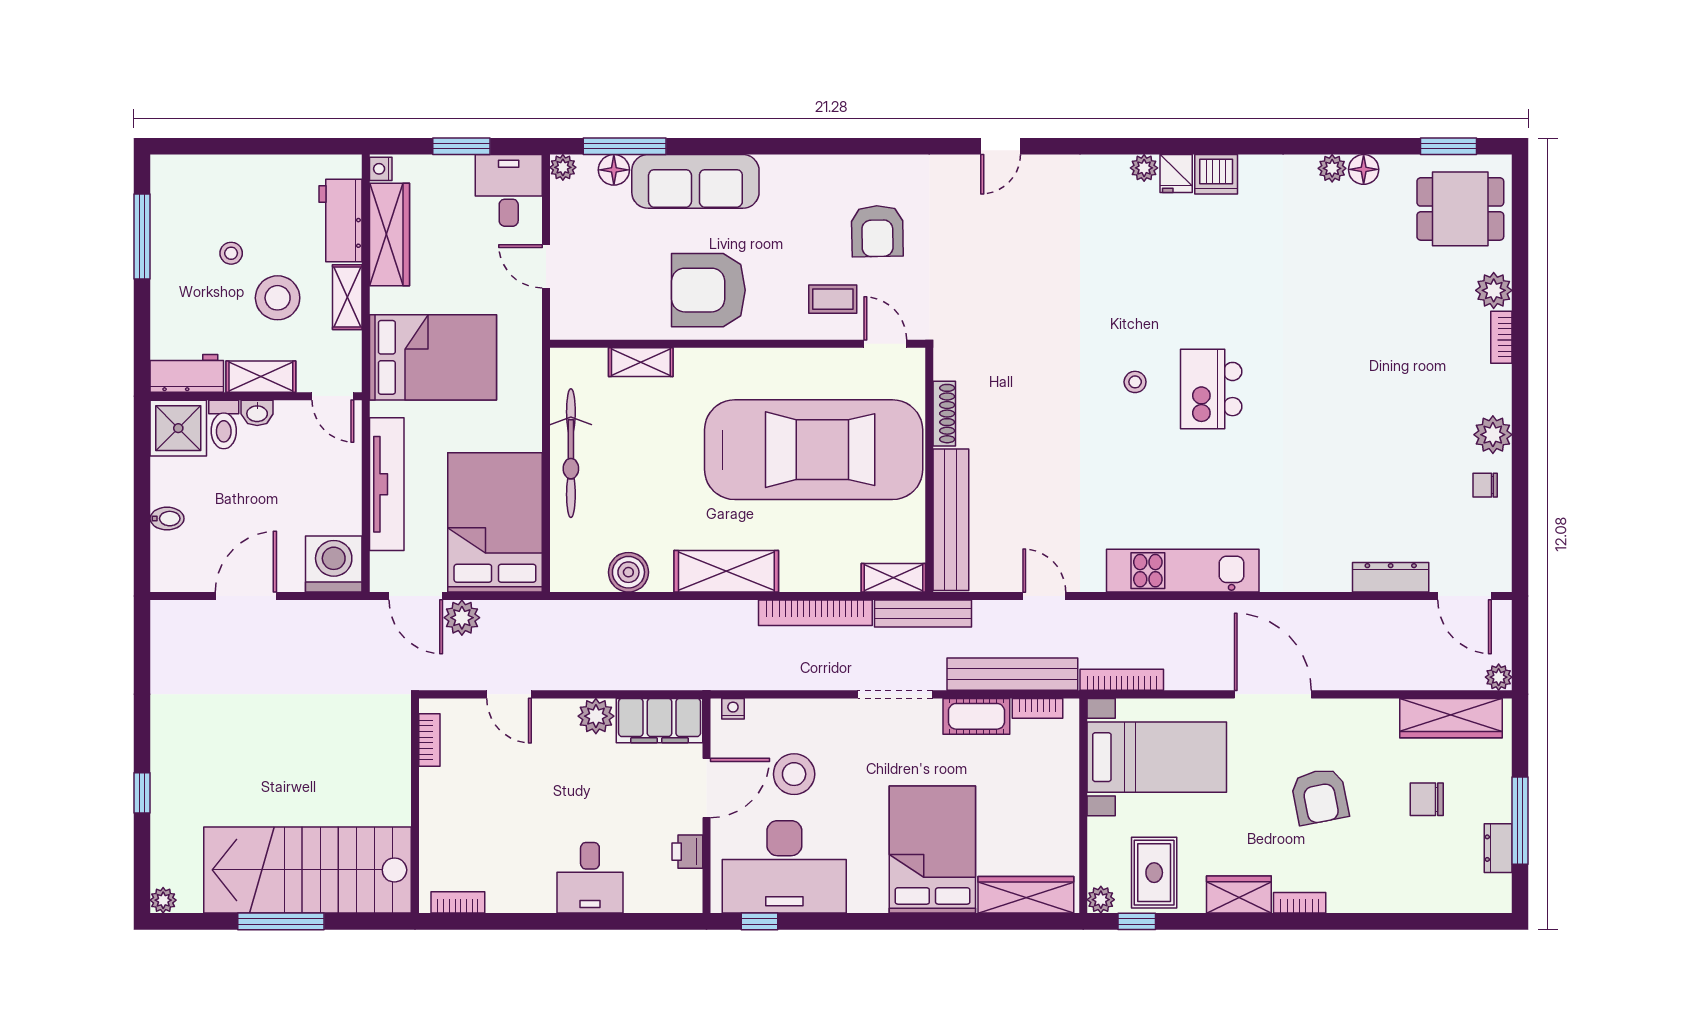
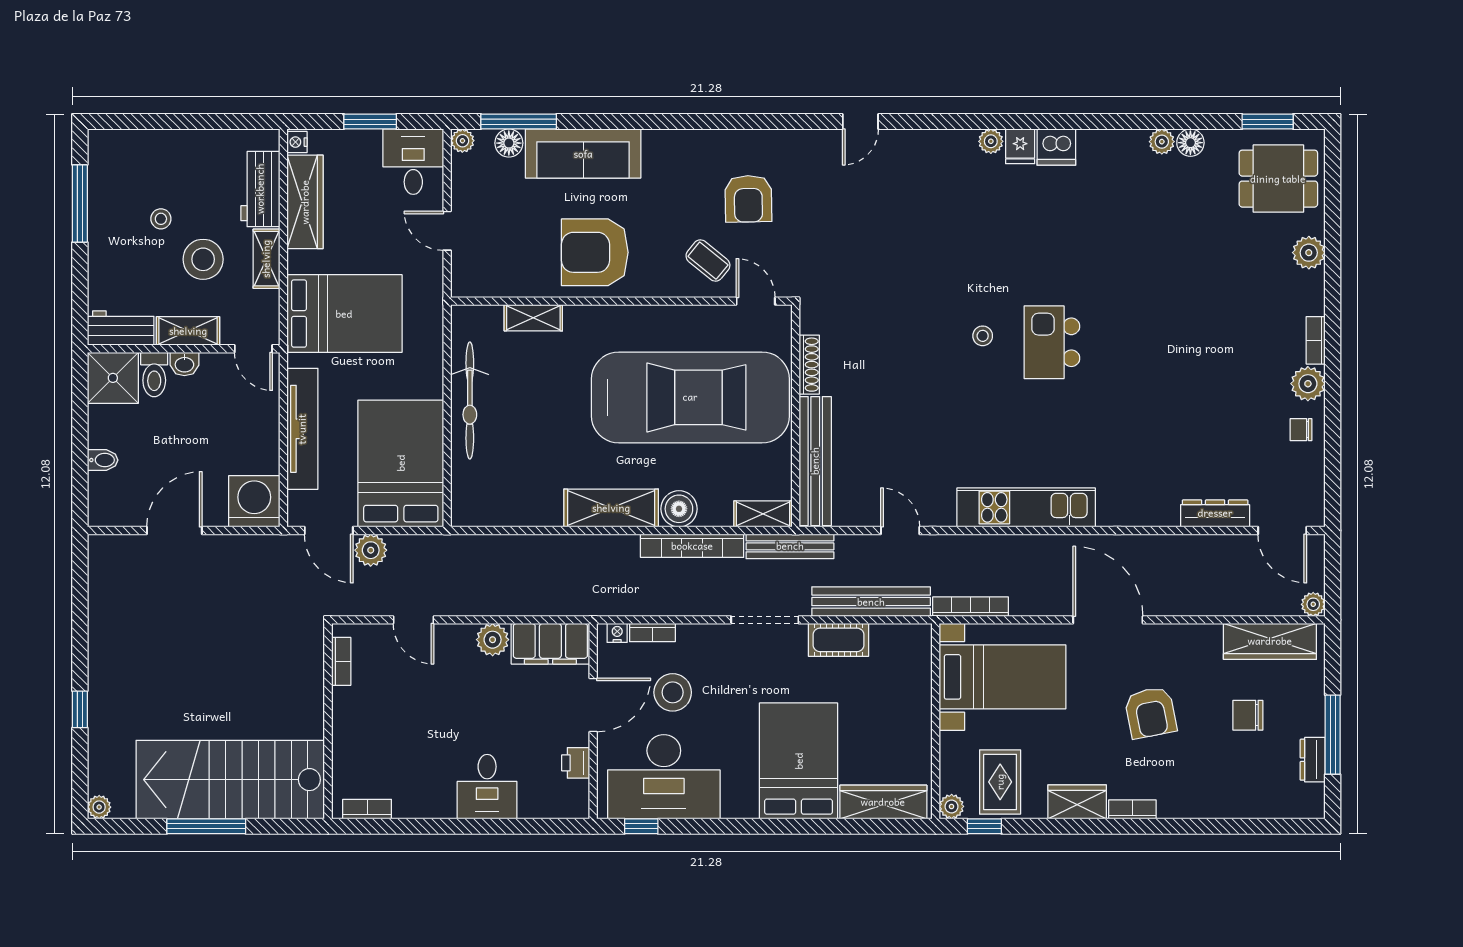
coffee table: (833, 299) -> (708, 261), turned 39
bookcase: (1501, 337) -> (1316, 340), moved
boiler: (628, 572) -> (679, 509), moved
bookcase: (1037, 708) -> (652, 633), moved

